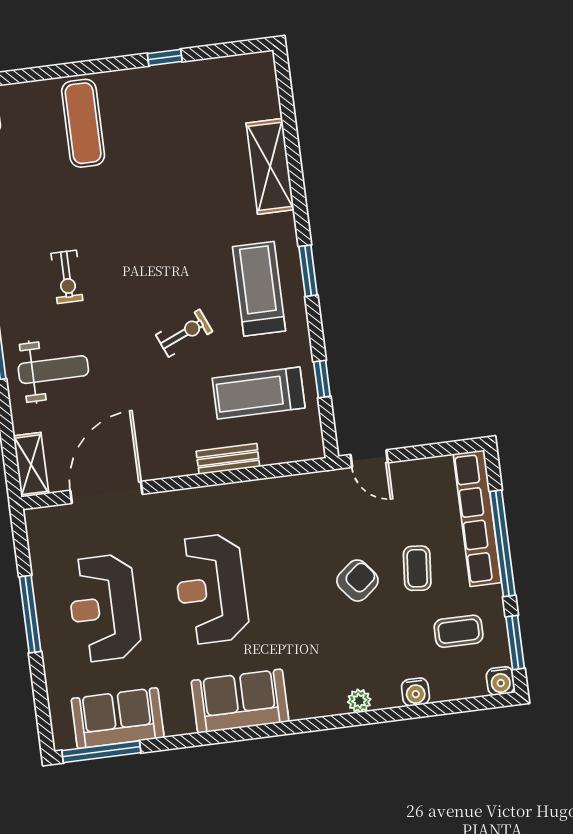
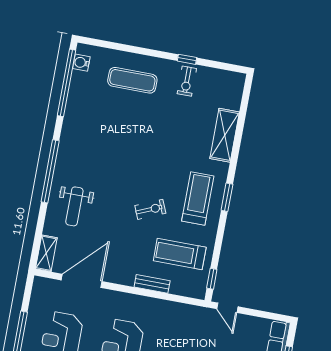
exercise mat: (83, 123) -> (132, 80), turned 90
exercise bike: (67, 277) -> (187, 81), moved
weight bench: (53, 370) -> (74, 206), turned 90
window: (322, 379) -> (212, 279), moved

